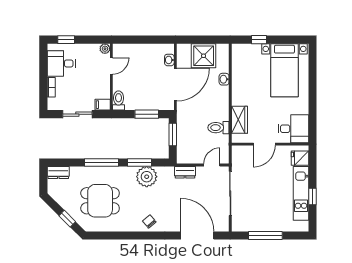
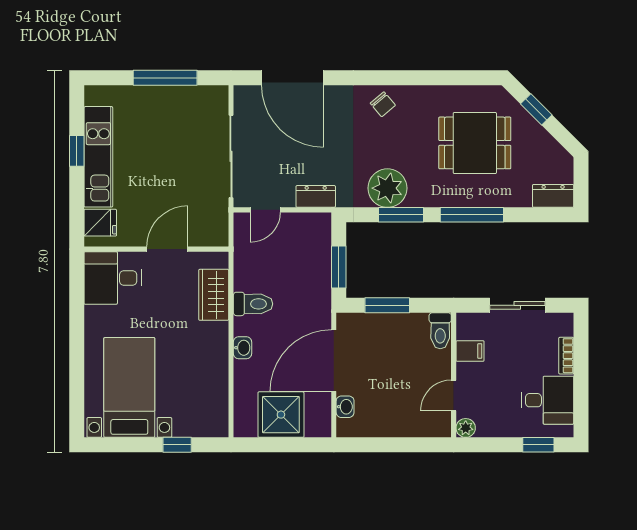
washbasin: (224, 79) -> (243, 348), moved
filing cabinet: (103, 105) -> (470, 351), moved
toilet: (218, 128) -> (253, 304), moved

